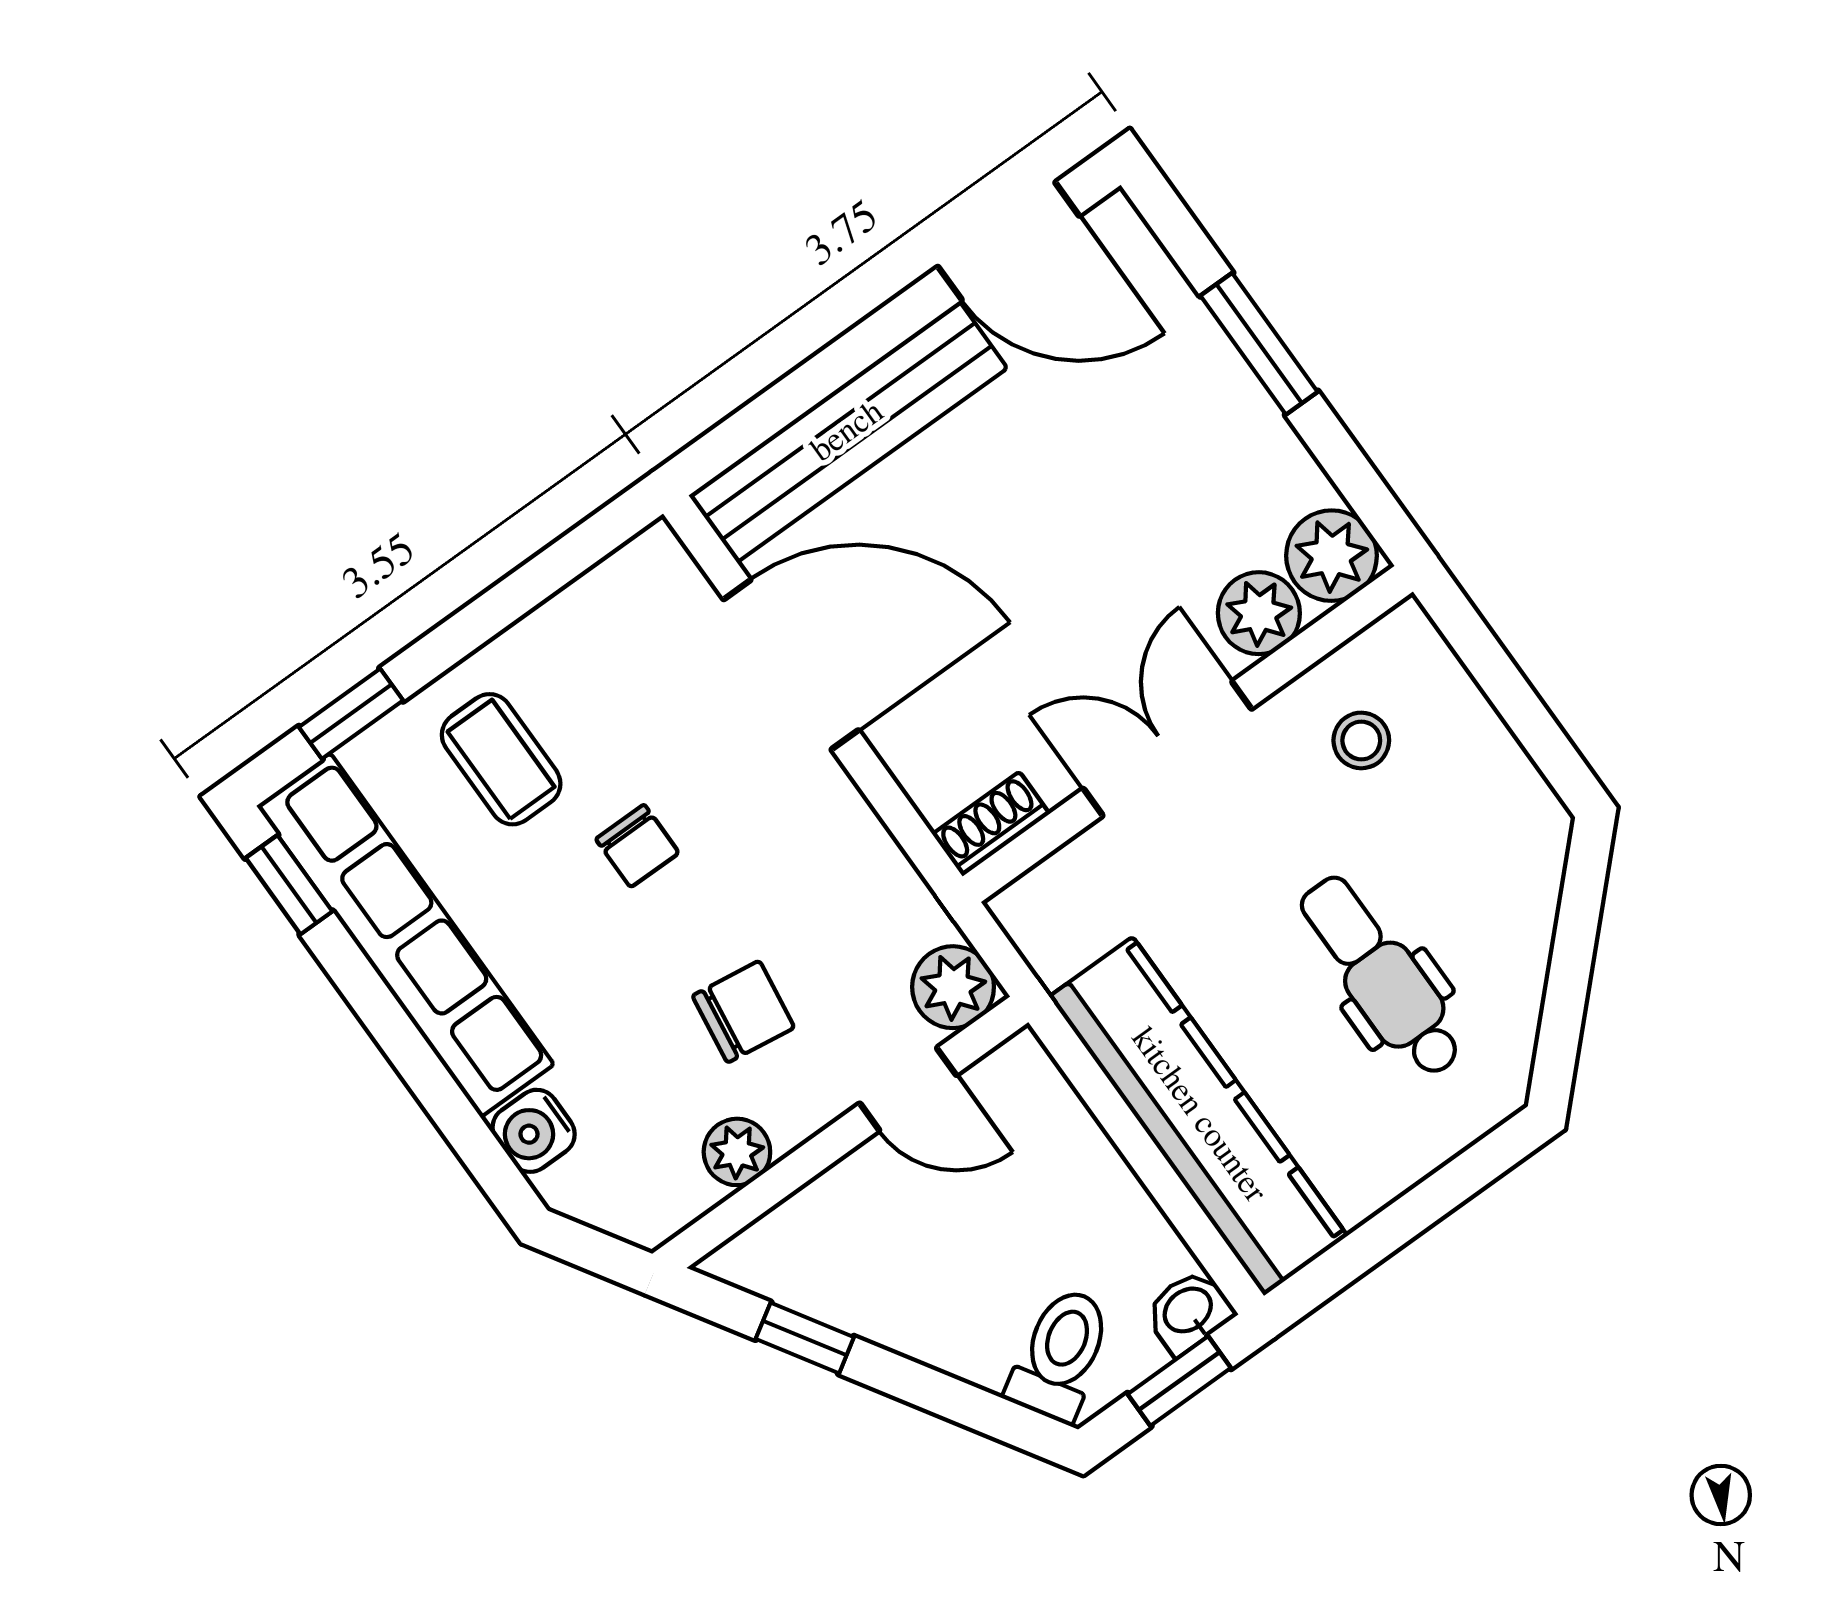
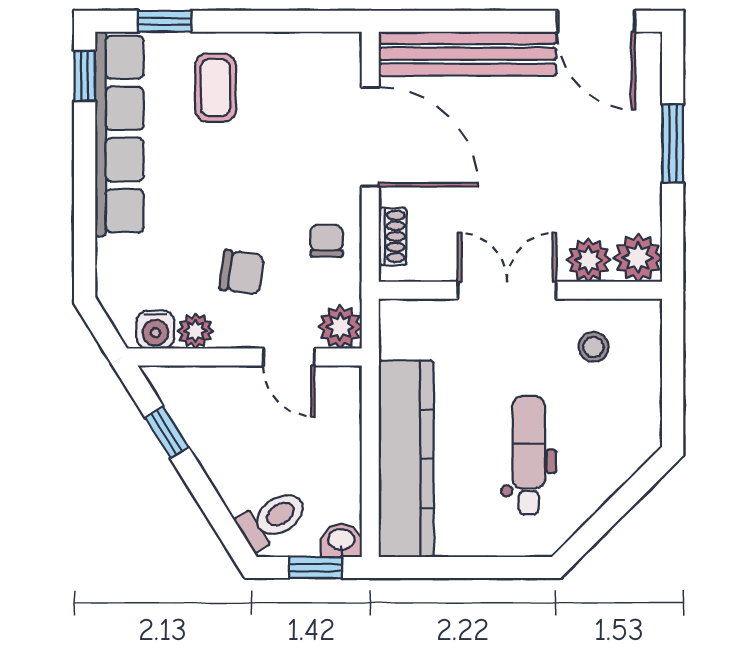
shoe rack: (991, 824) -> (393, 236), moved, turned 90
chair: (637, 846) -> (327, 241), moved, turned 180
water cooler: (534, 1131) -> (155, 330), moved, turned -90

